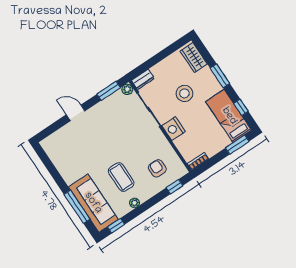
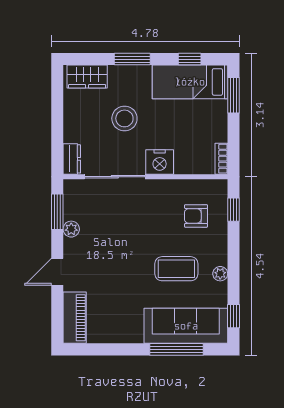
plant: (127, 89) -> (71, 229), moved
piano: (57, 139) -> (75, 318), added

